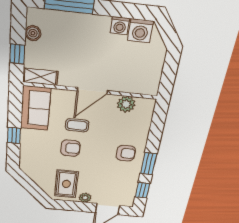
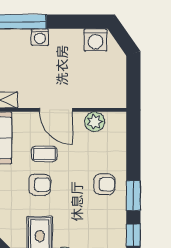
washing machine: (120, 26) -> (40, 37), moved
door: (92, 91) -> (56, 110), hinge flipped

